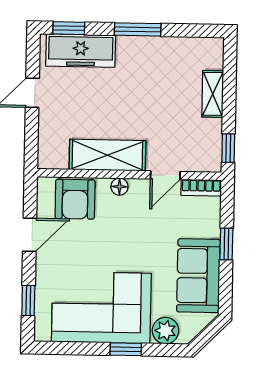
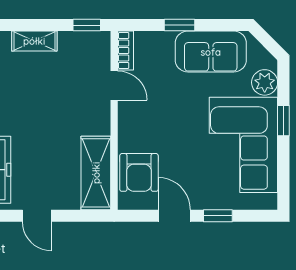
shelving: (107, 155) -> (96, 173), moved
floor lamp: (119, 187) -> (126, 130), removed
armchair: (75, 199) -> (139, 172), turned 90
window: (28, 300) -> (218, 216), moved

